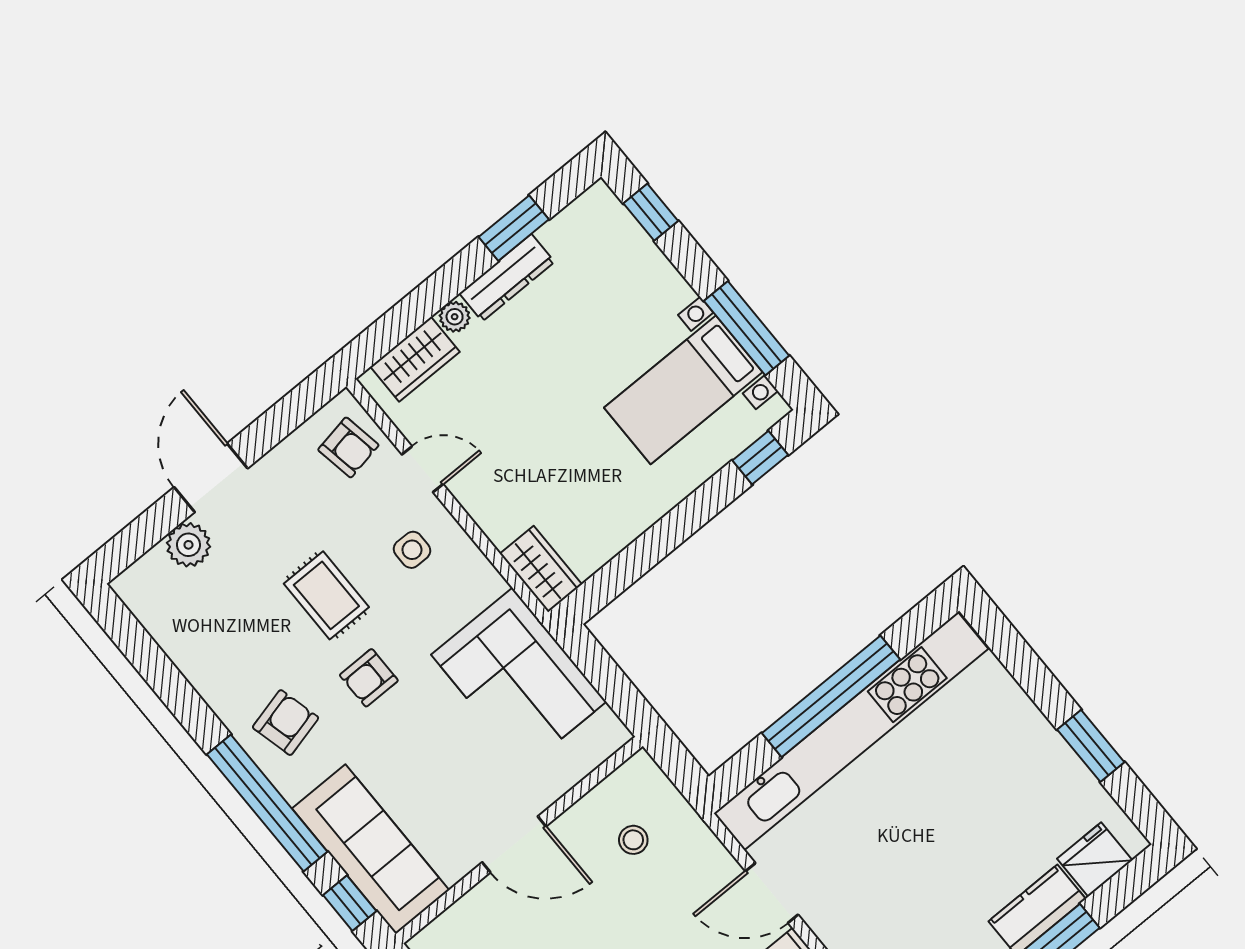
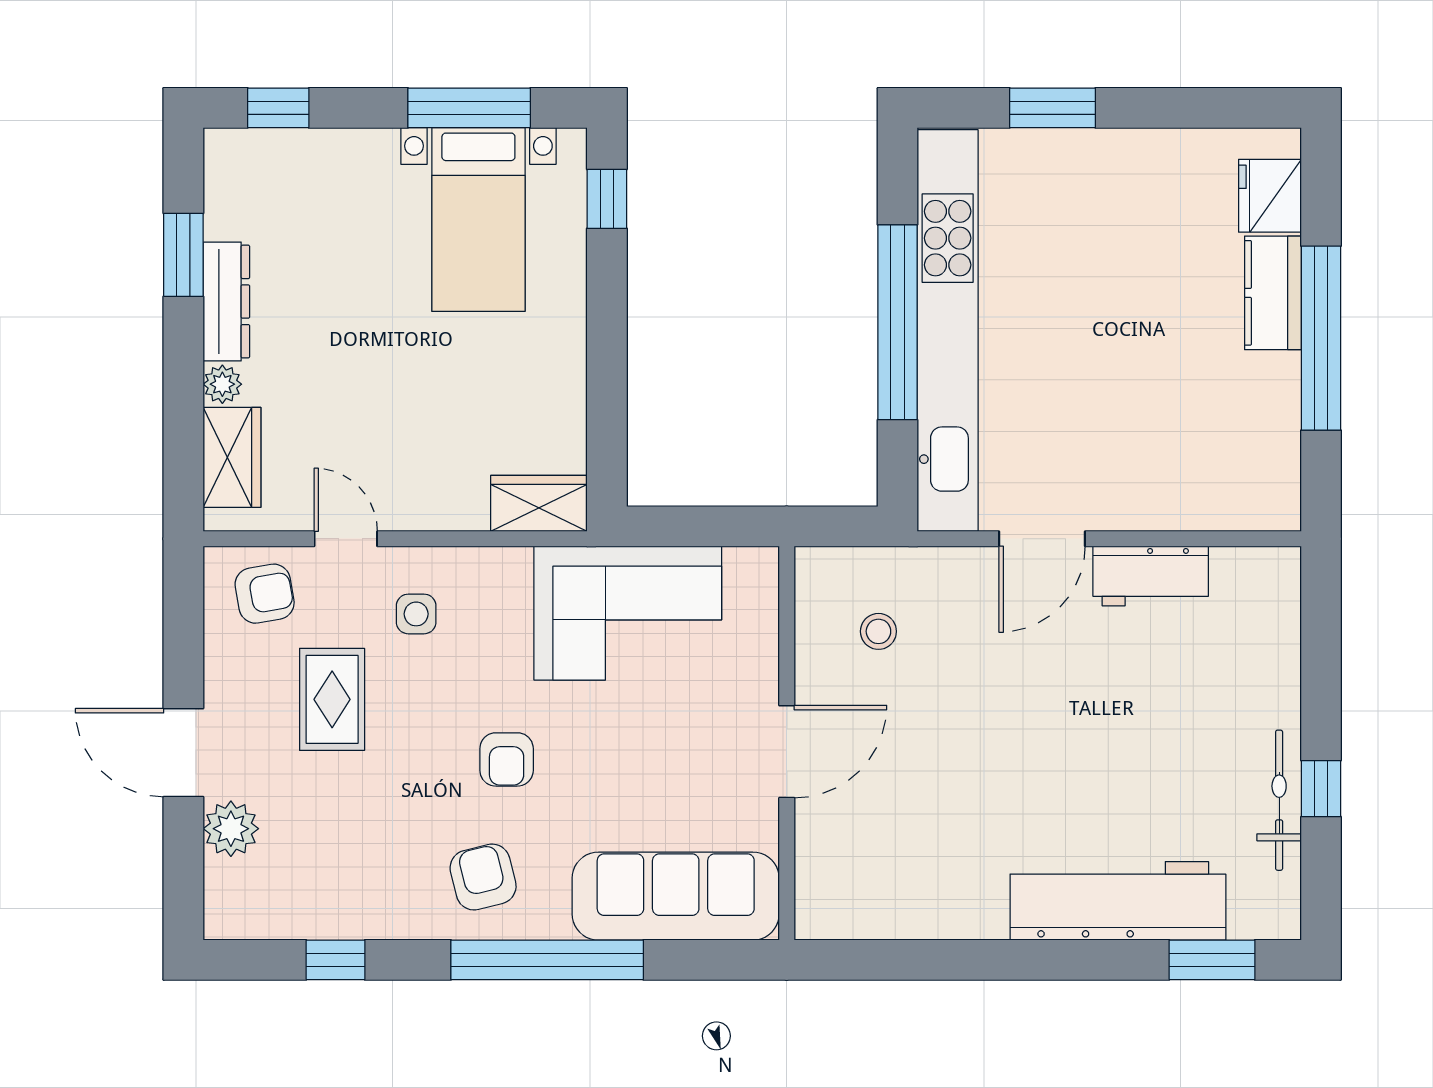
door: (422, 469) -> (346, 539), hinge flipped
rug: (326, 595) -> (332, 699), moved, turned 90
window: (1091, 746) -> (1053, 108), moved
window: (350, 903) -> (336, 960), moved

